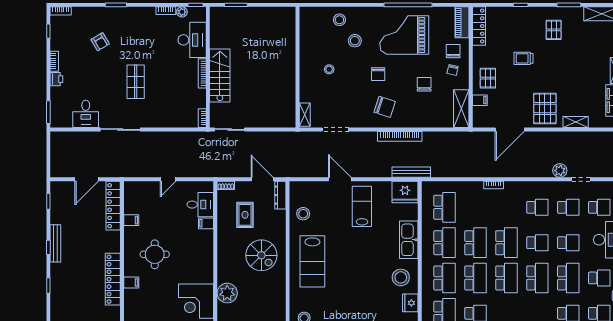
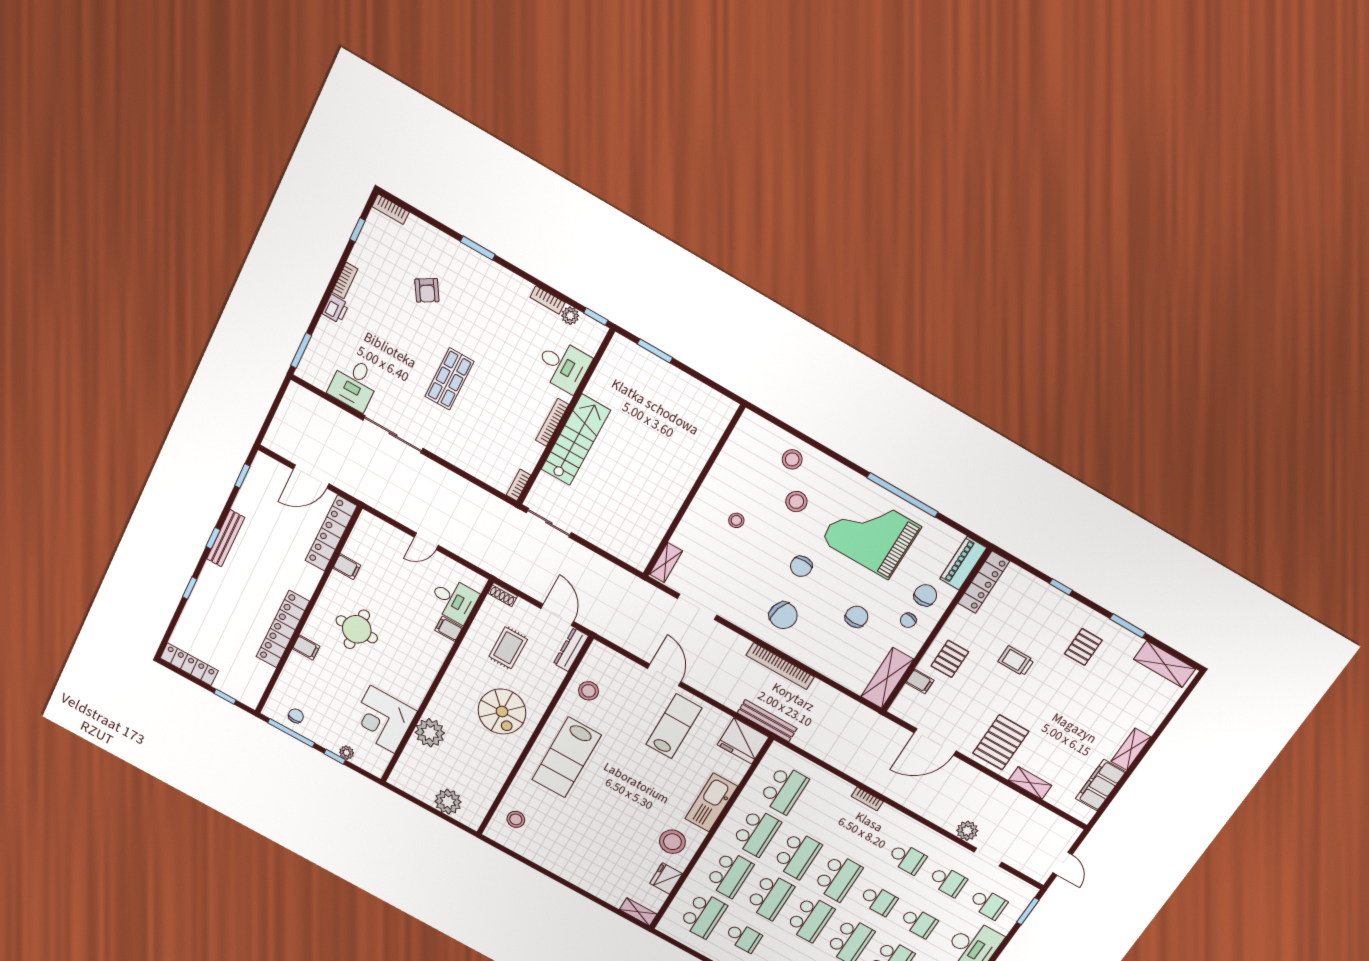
desk: (192, 40) -> (563, 365), width x0.73

